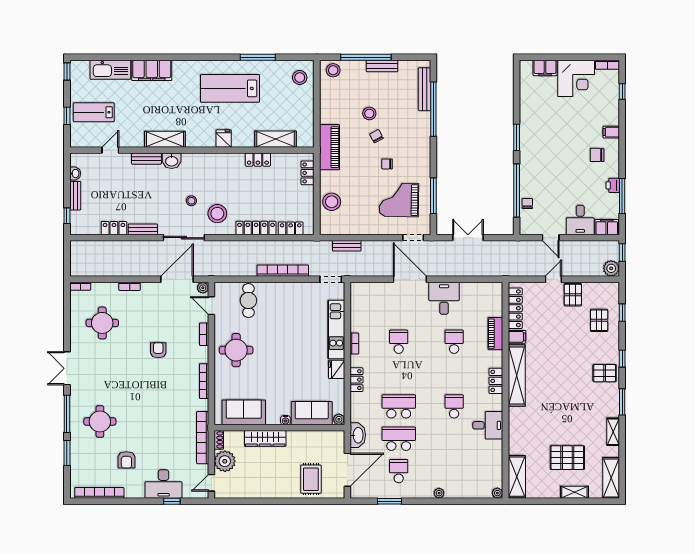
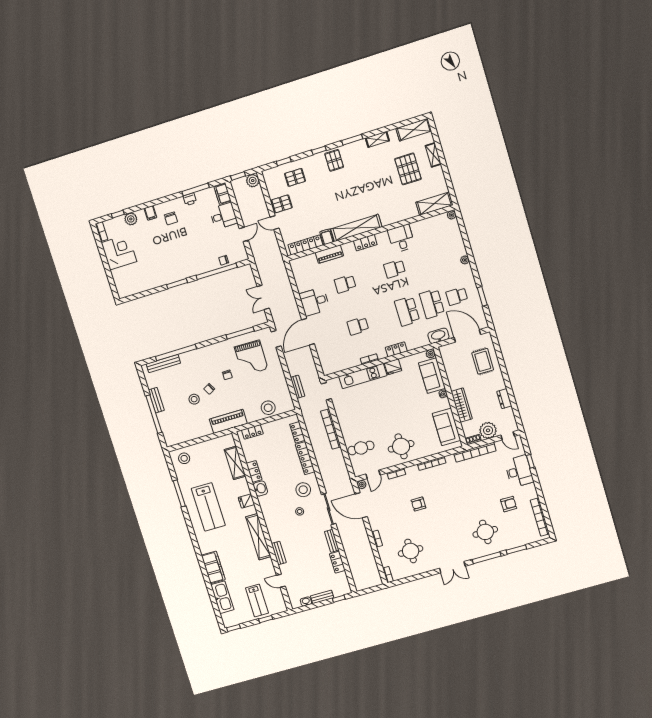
filing cabinet: (545, 68) -> (119, 278), removed
stool: (333, 70) -> (171, 435), removed
plant: (611, 106) -> (131, 219), added
shelving: (165, 139) -> (258, 537), width x1.47
washbasin: (172, 161) -> (260, 488), moved
rug: (311, 479) -> (483, 361), turned 90
dresser: (258, 492) -> (504, 399), added

